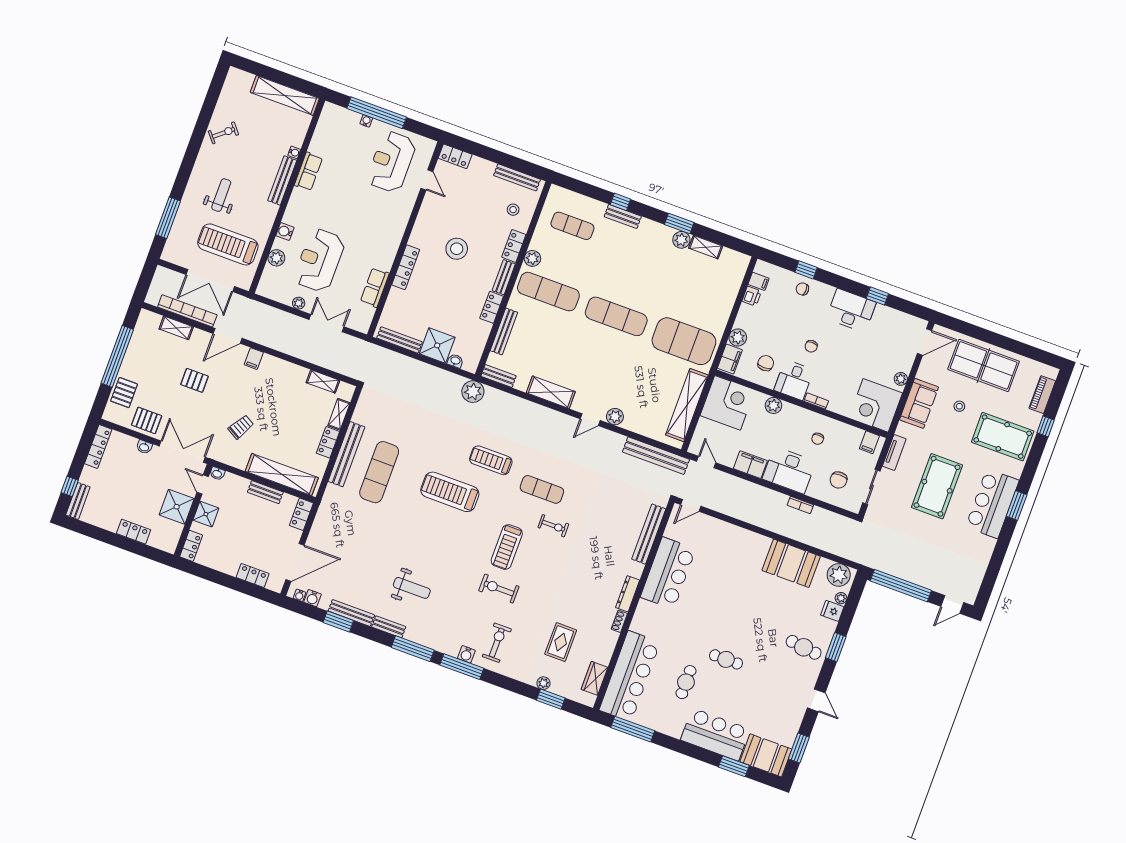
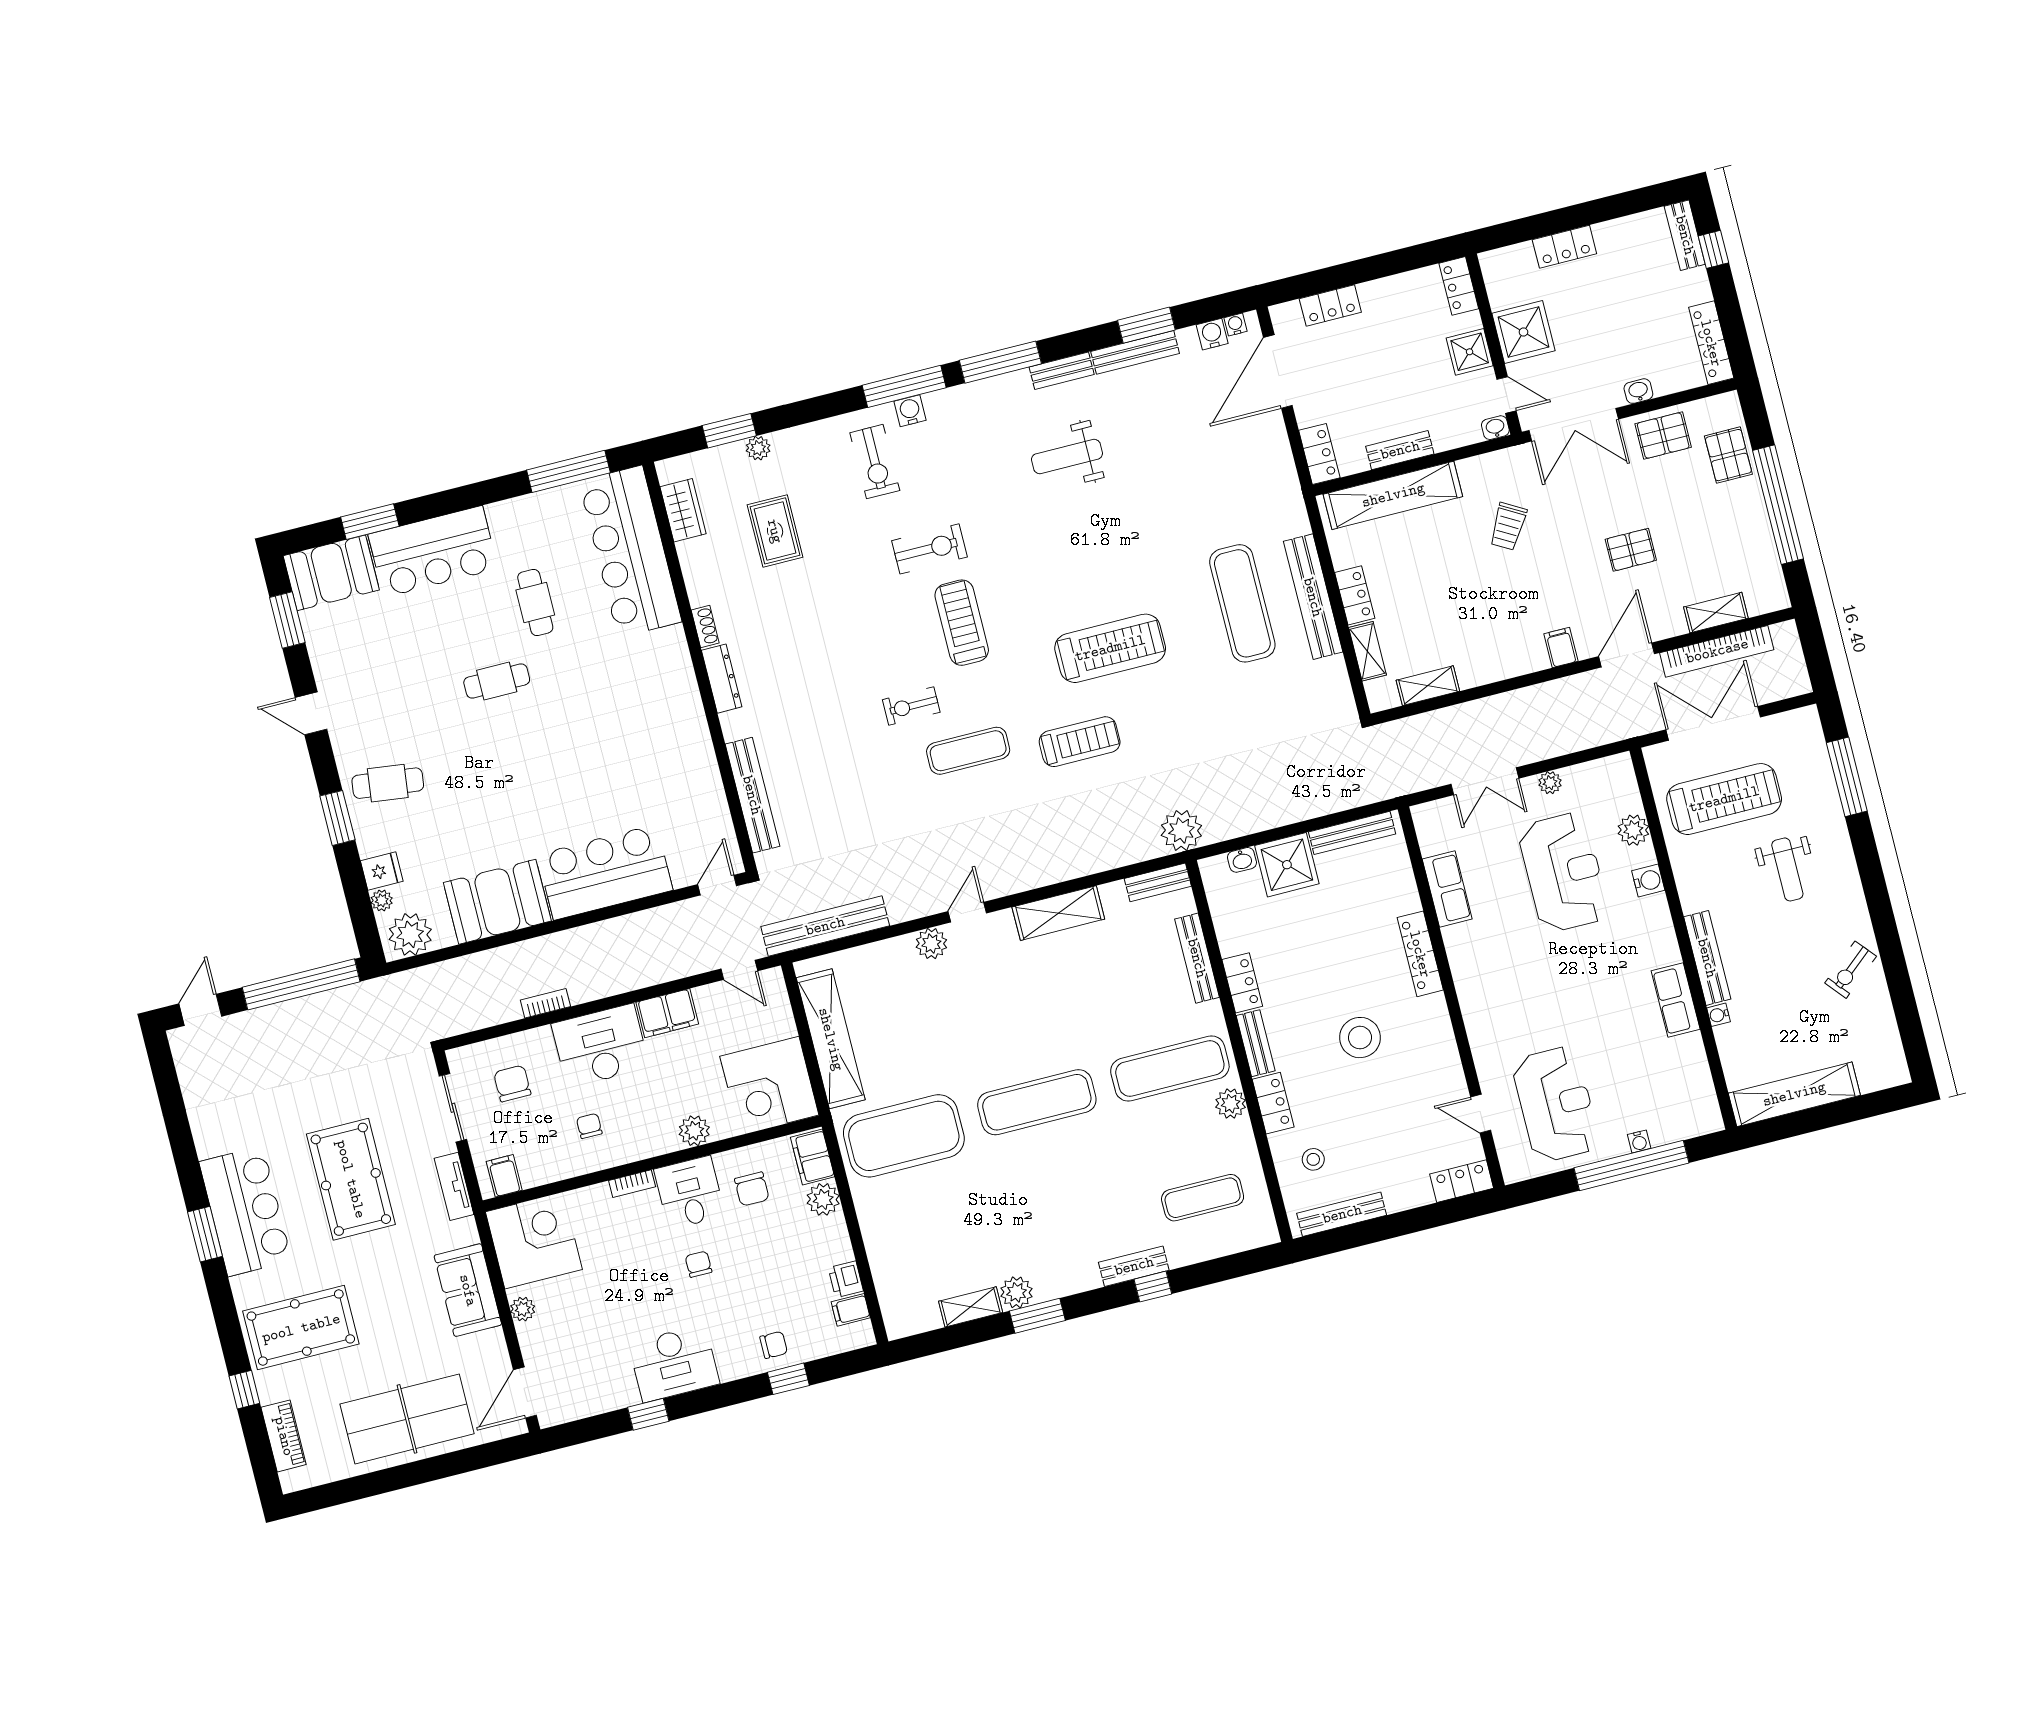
stool: (959, 406) -> (401, 1329), removed
bar counter: (668, 573) -> (605, 872), moved, turned 90

